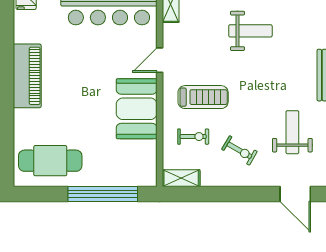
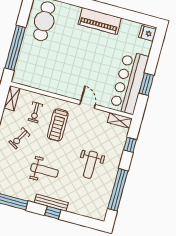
booth: (137, 109) -> (62, 82), removed
weight bench: (292, 132) -> (44, 170), moved

